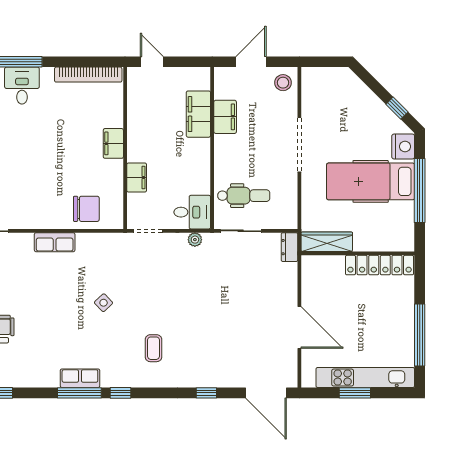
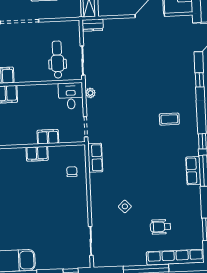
filing cabinet: (113, 143) -> (37, 154), moved
chair: (86, 209) -> (72, 172), width x0.54, depth x0.54
row of seats: (55, 242) -> (95, 158), moved
side table: (104, 303) -> (125, 206), moved

